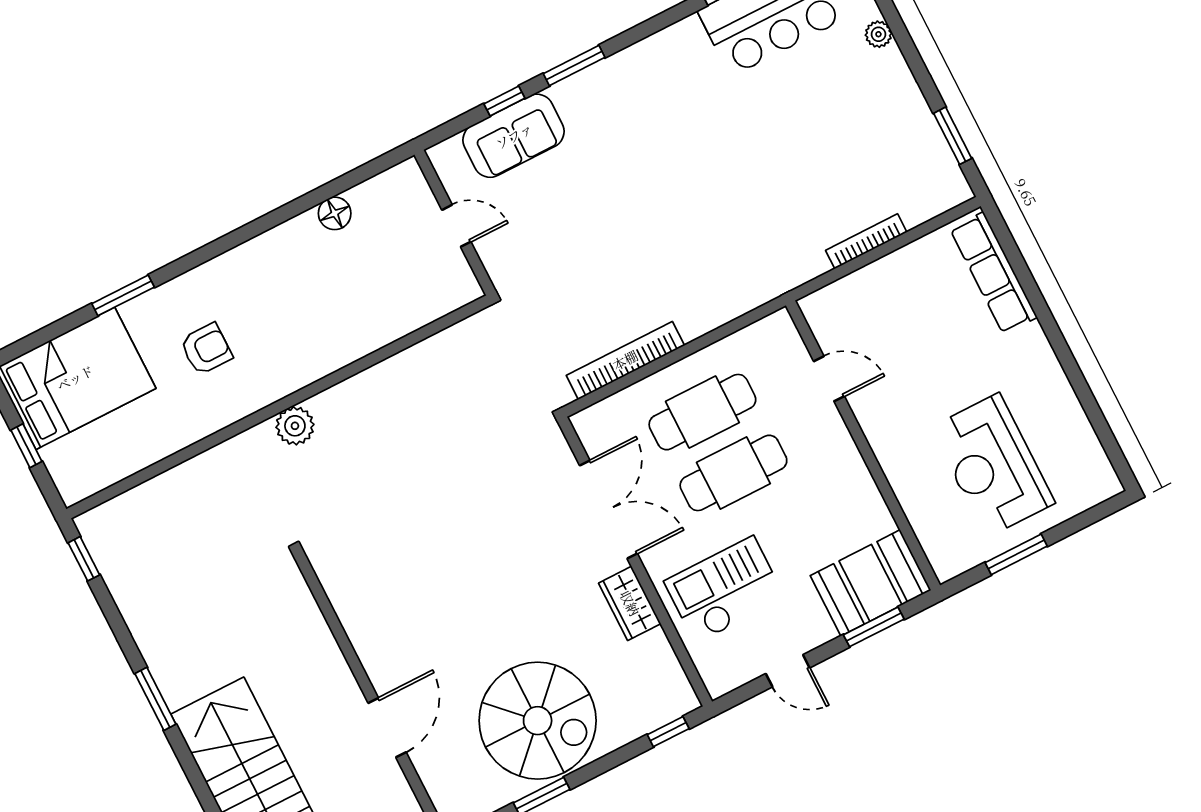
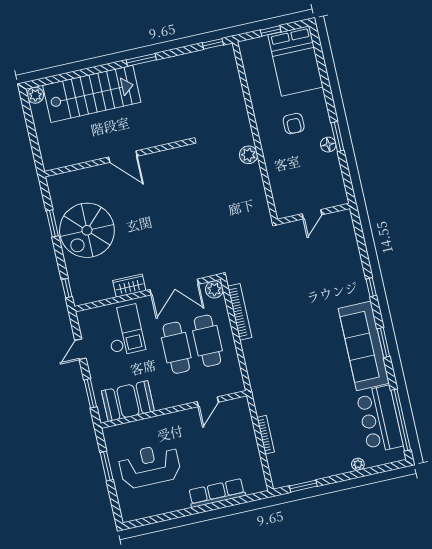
window: (574, 66) -> (383, 343), moved
sofa: (514, 136) -> (364, 346), moved, width x1.85, depth x1.27
floor lamp: (335, 213) -> (328, 145), moved
wall: (455, 223) -> (314, 214), moved
door: (456, 226) -> (312, 214), moved
row of seats: (993, 273) -> (217, 493), moved
window: (123, 295) -> (337, 137), moved
plant: (592, 425) -> (214, 289), added
booth: (871, 583) -> (128, 401), moved, turned 90
door: (387, 728) -> (123, 157), moved

